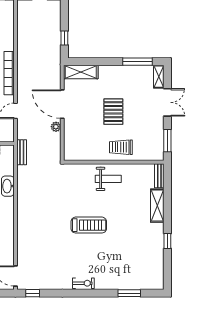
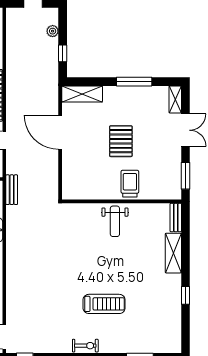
window: (137, 62) -> (134, 82), moved
plant: (56, 127) -> (53, 31), moved
trolley: (121, 147) -> (130, 184), turned 90
weight bench: (108, 179) -> (115, 221), turned 90
treadmill: (89, 225) -> (104, 304), moved

